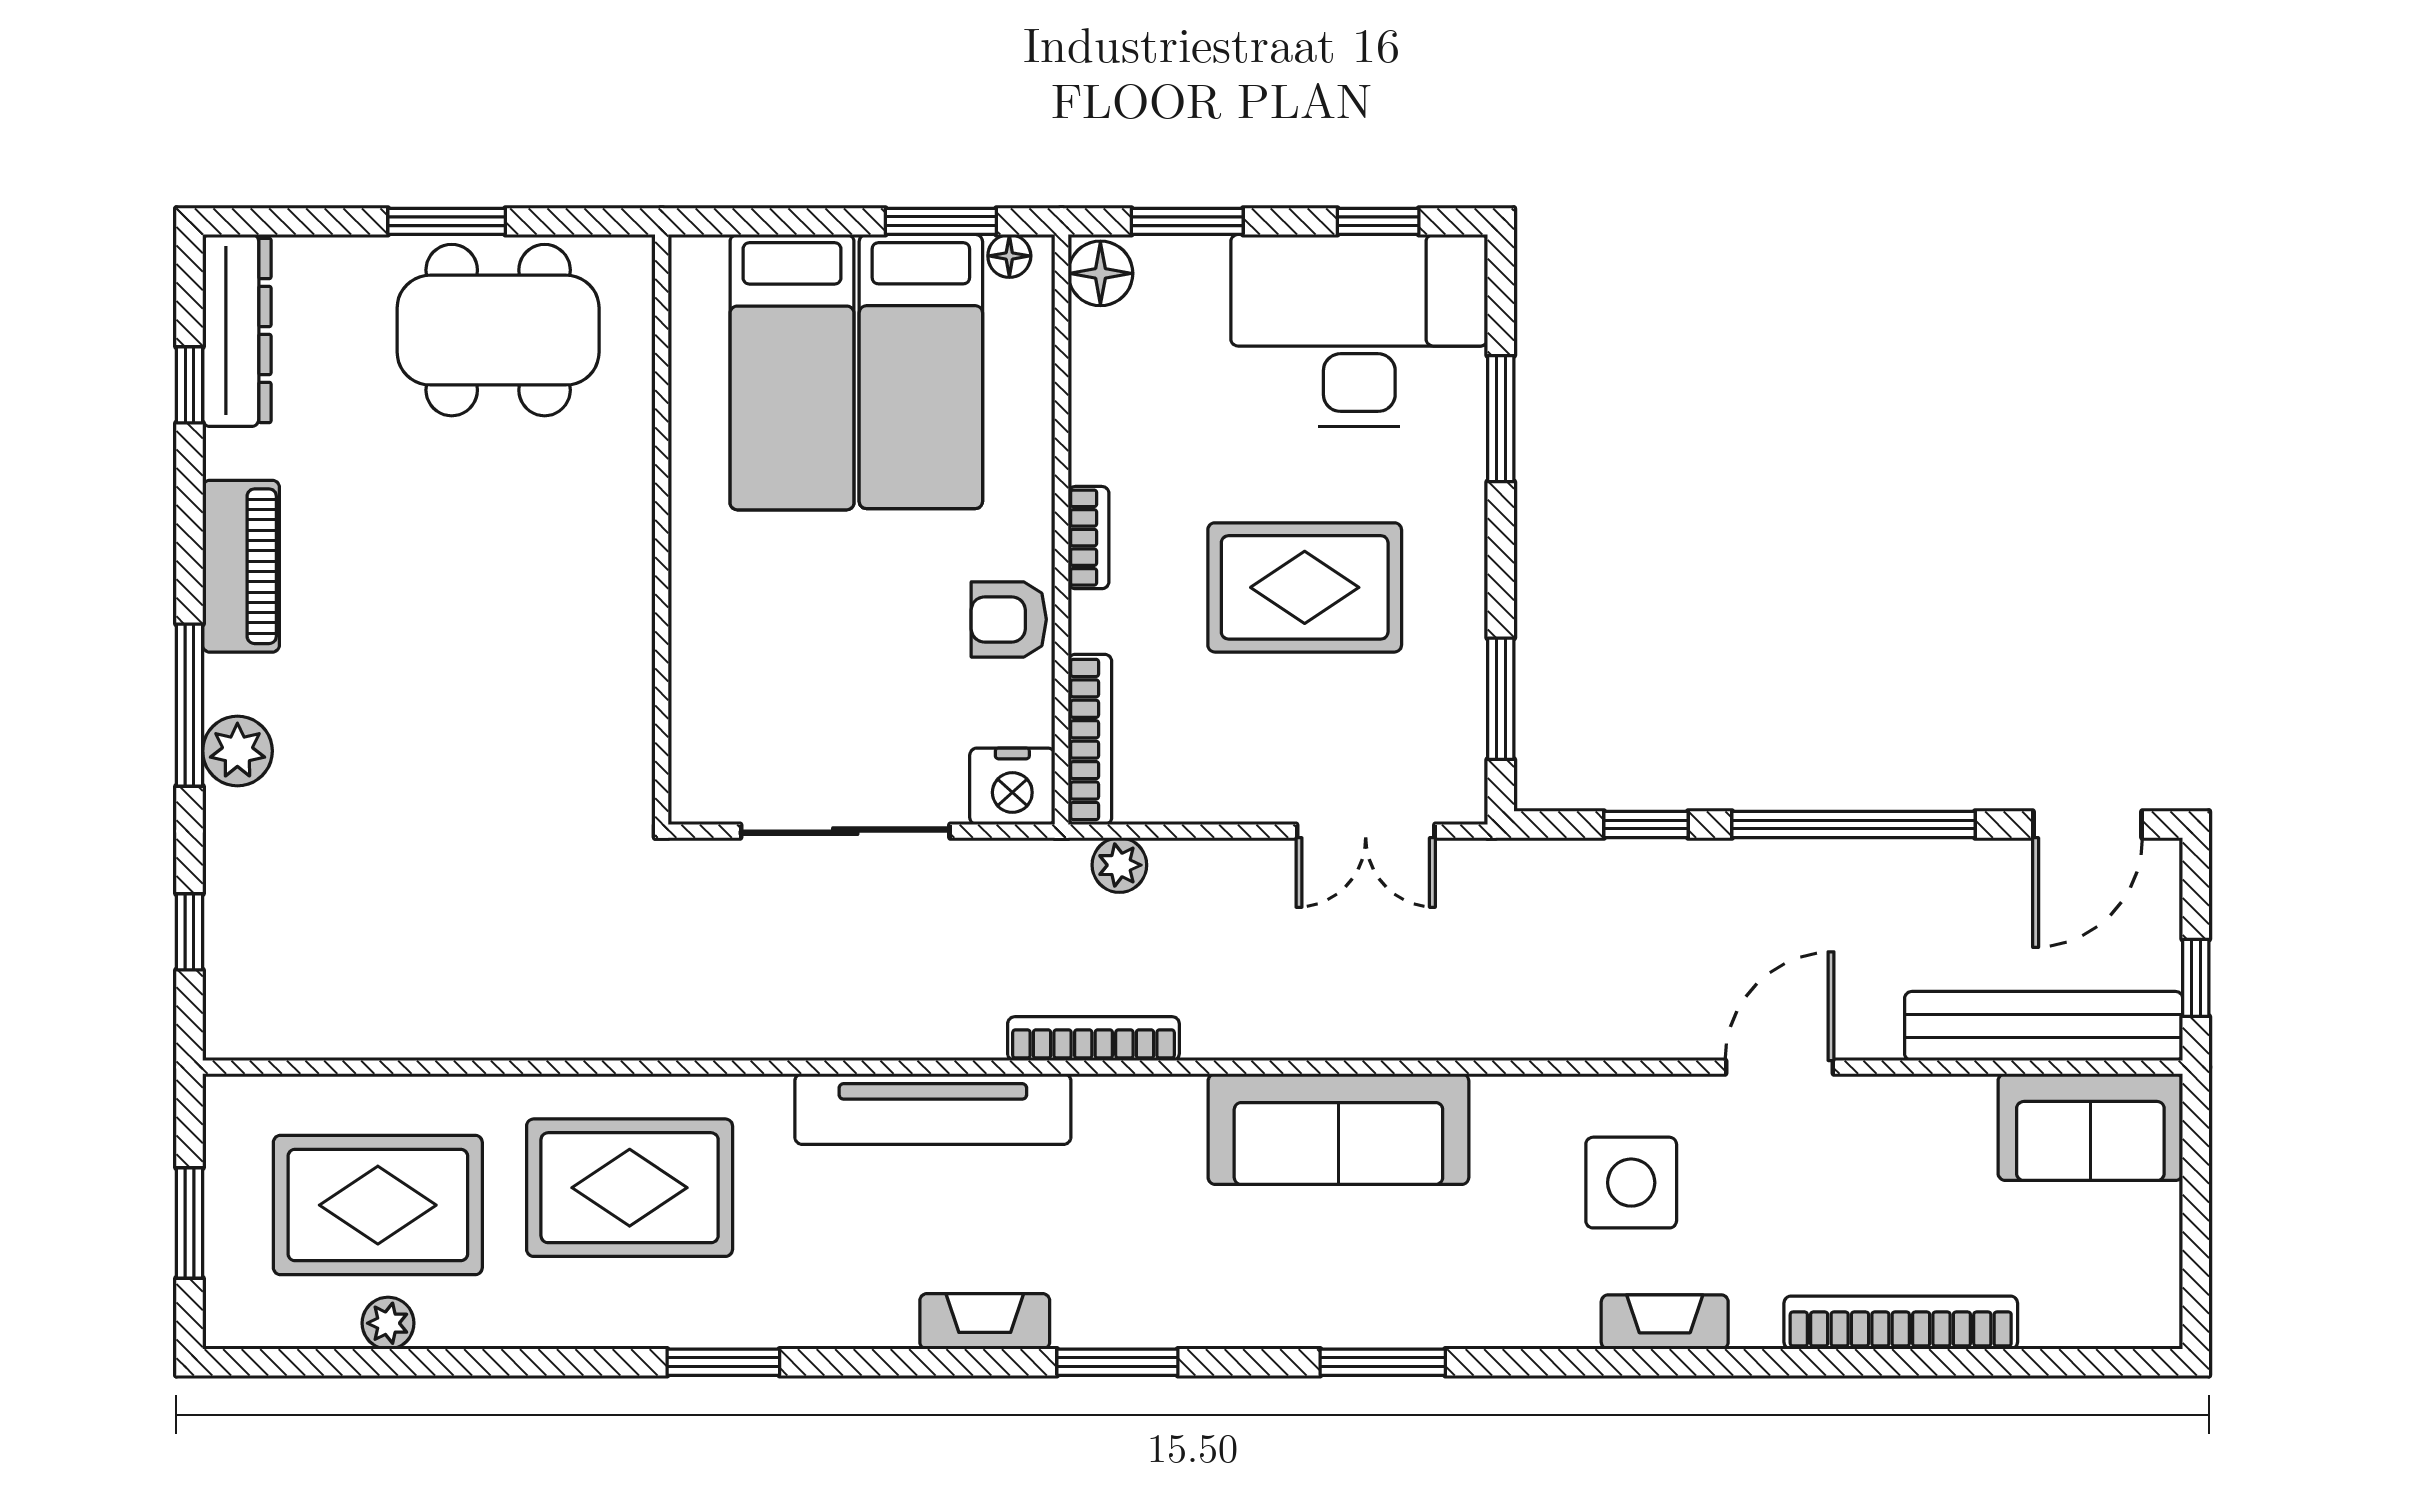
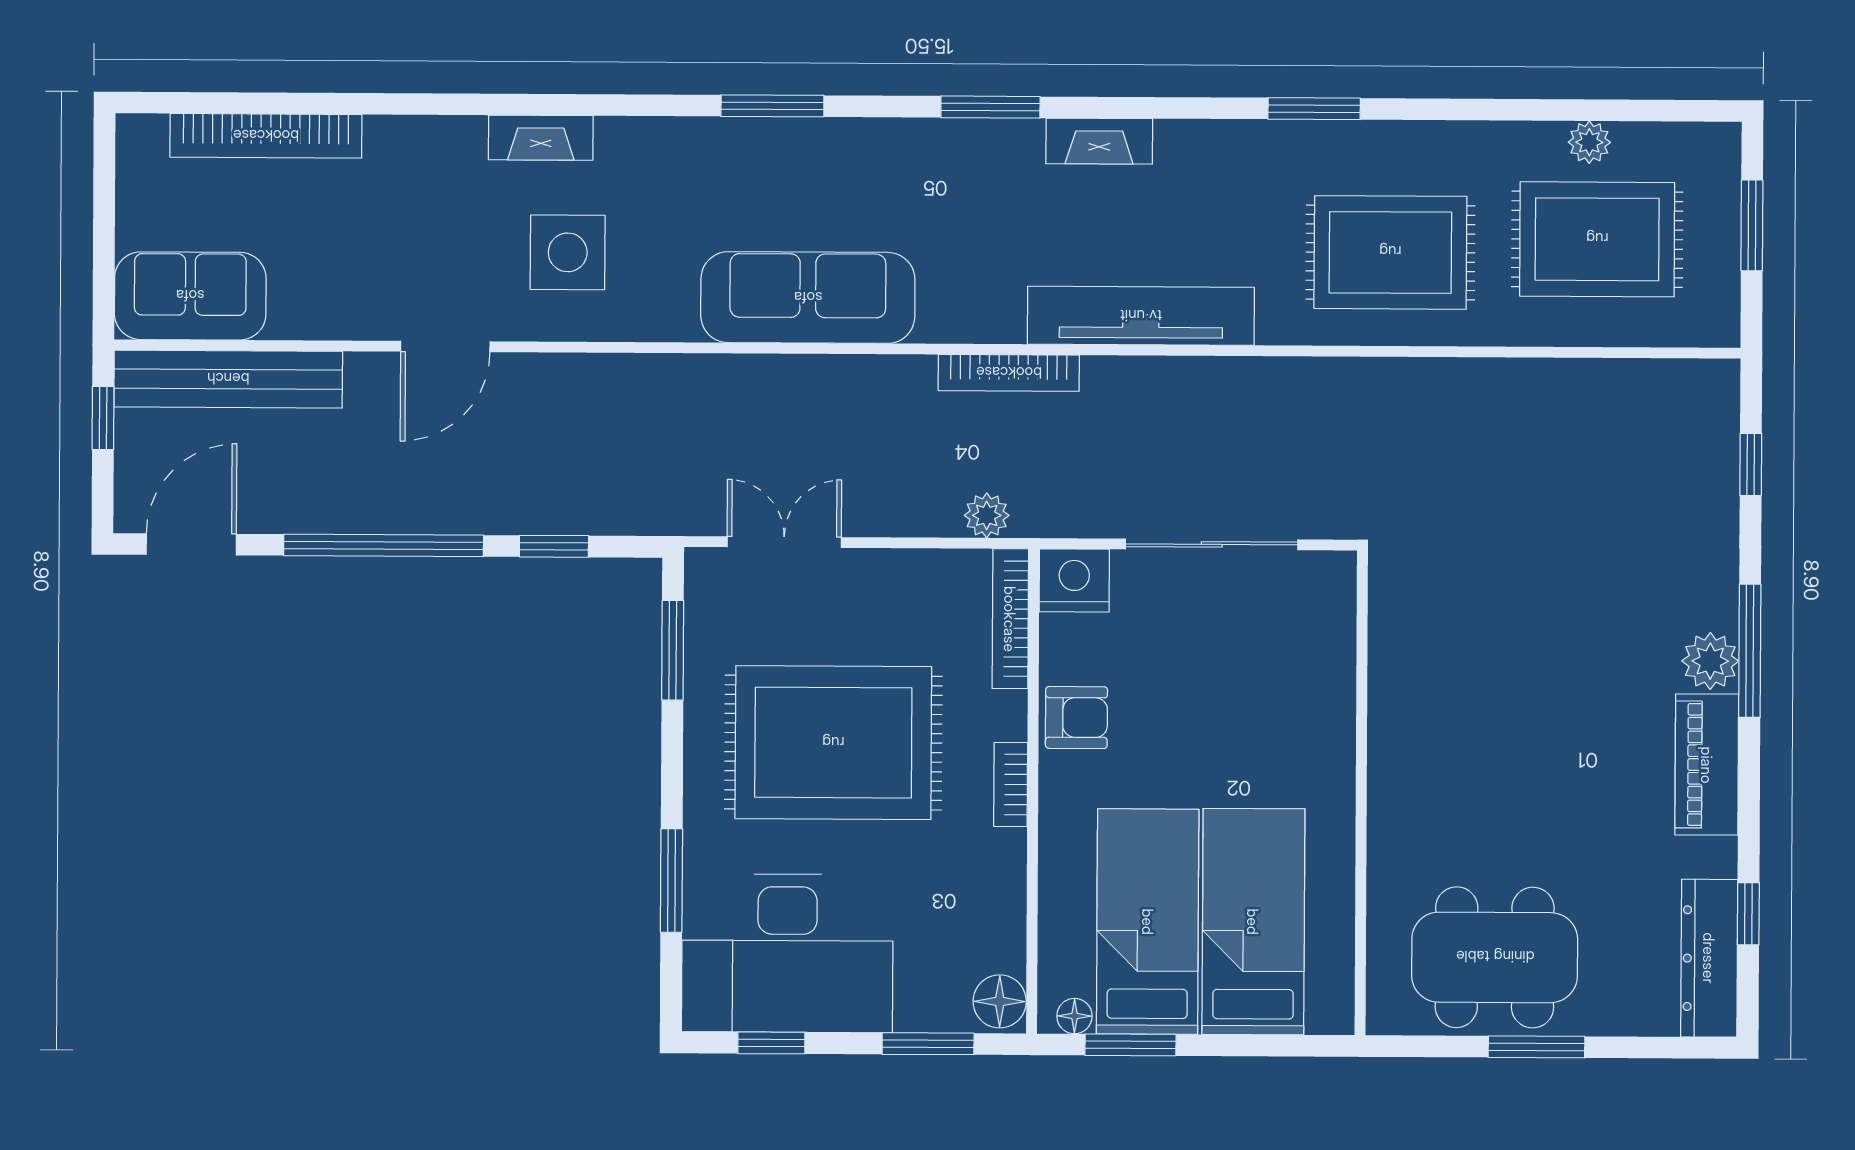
rug: (1305, 587) -> (833, 743), width x1.37, depth x1.44
plant: (237, 751) -> (1710, 661), moved
bookcase: (1901, 1323) -> (266, 136), moved

